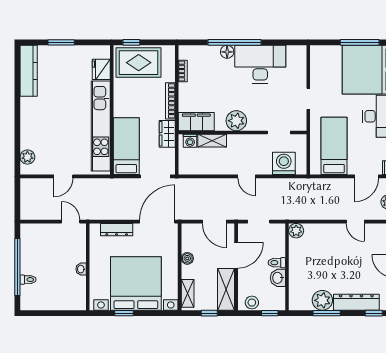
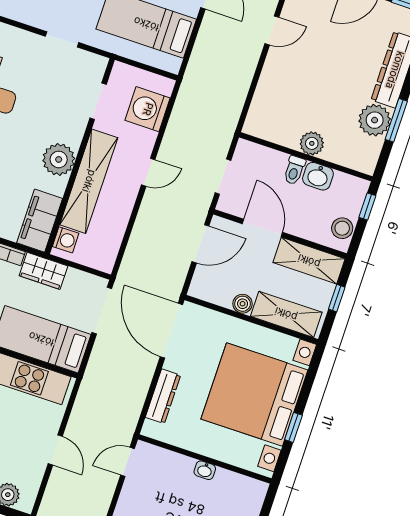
shelving: (212, 141) -> (89, 181), width x2.20, depth x1.33
plant: (296, 231) -> (312, 143), moved
shelving: (188, 293) -> (286, 314), width x1.50, depth x1.33

